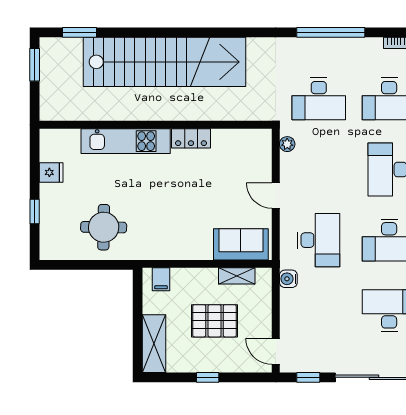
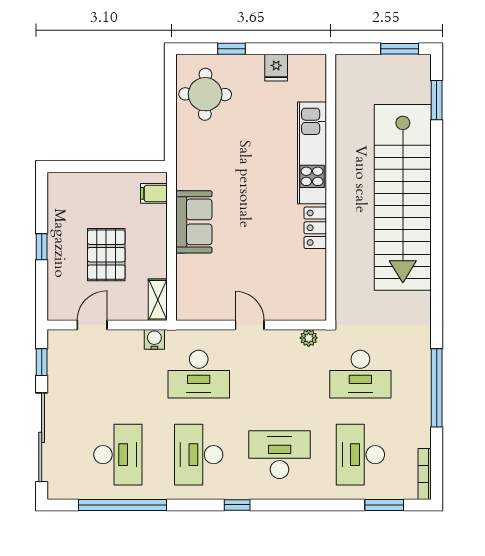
desk: (319, 99) -> (360, 374), turned -90
door: (276, 196) -> (250, 325), hinge flipped
round table: (104, 227) -> (205, 94), moved
sofa: (241, 244) -> (194, 222), moved
shelving: (237, 276) -> (158, 300), moved
shelving: (154, 344) -> (80, 185), removed
door: (276, 351) -> (92, 325), moved

